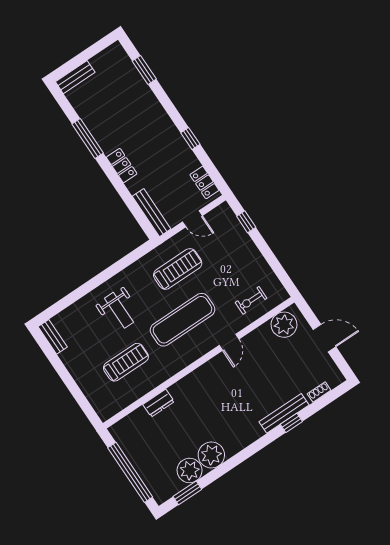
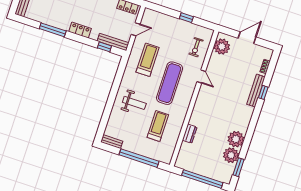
window: (136, 211) -> (104, 47), added
window: (246, 222) -> (186, 18), moved
window: (71, 384) -> (139, 158), added

